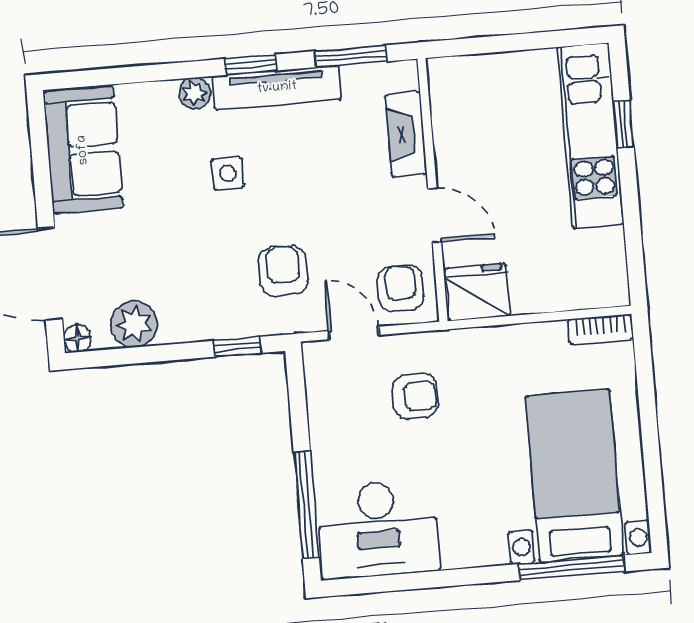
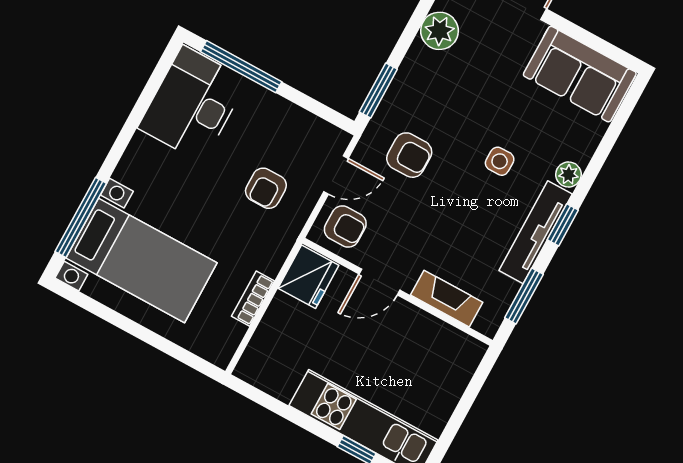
bookcase: (601, 329) -> (253, 299), moved
window: (238, 347) -> (378, 91), width x1.50

